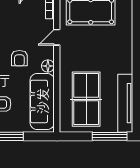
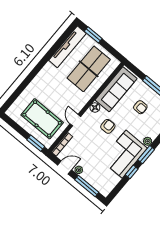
door: (57, 37) -> (75, 120), swing flipped
window: (110, 136) -> (93, 35), width x0.69

